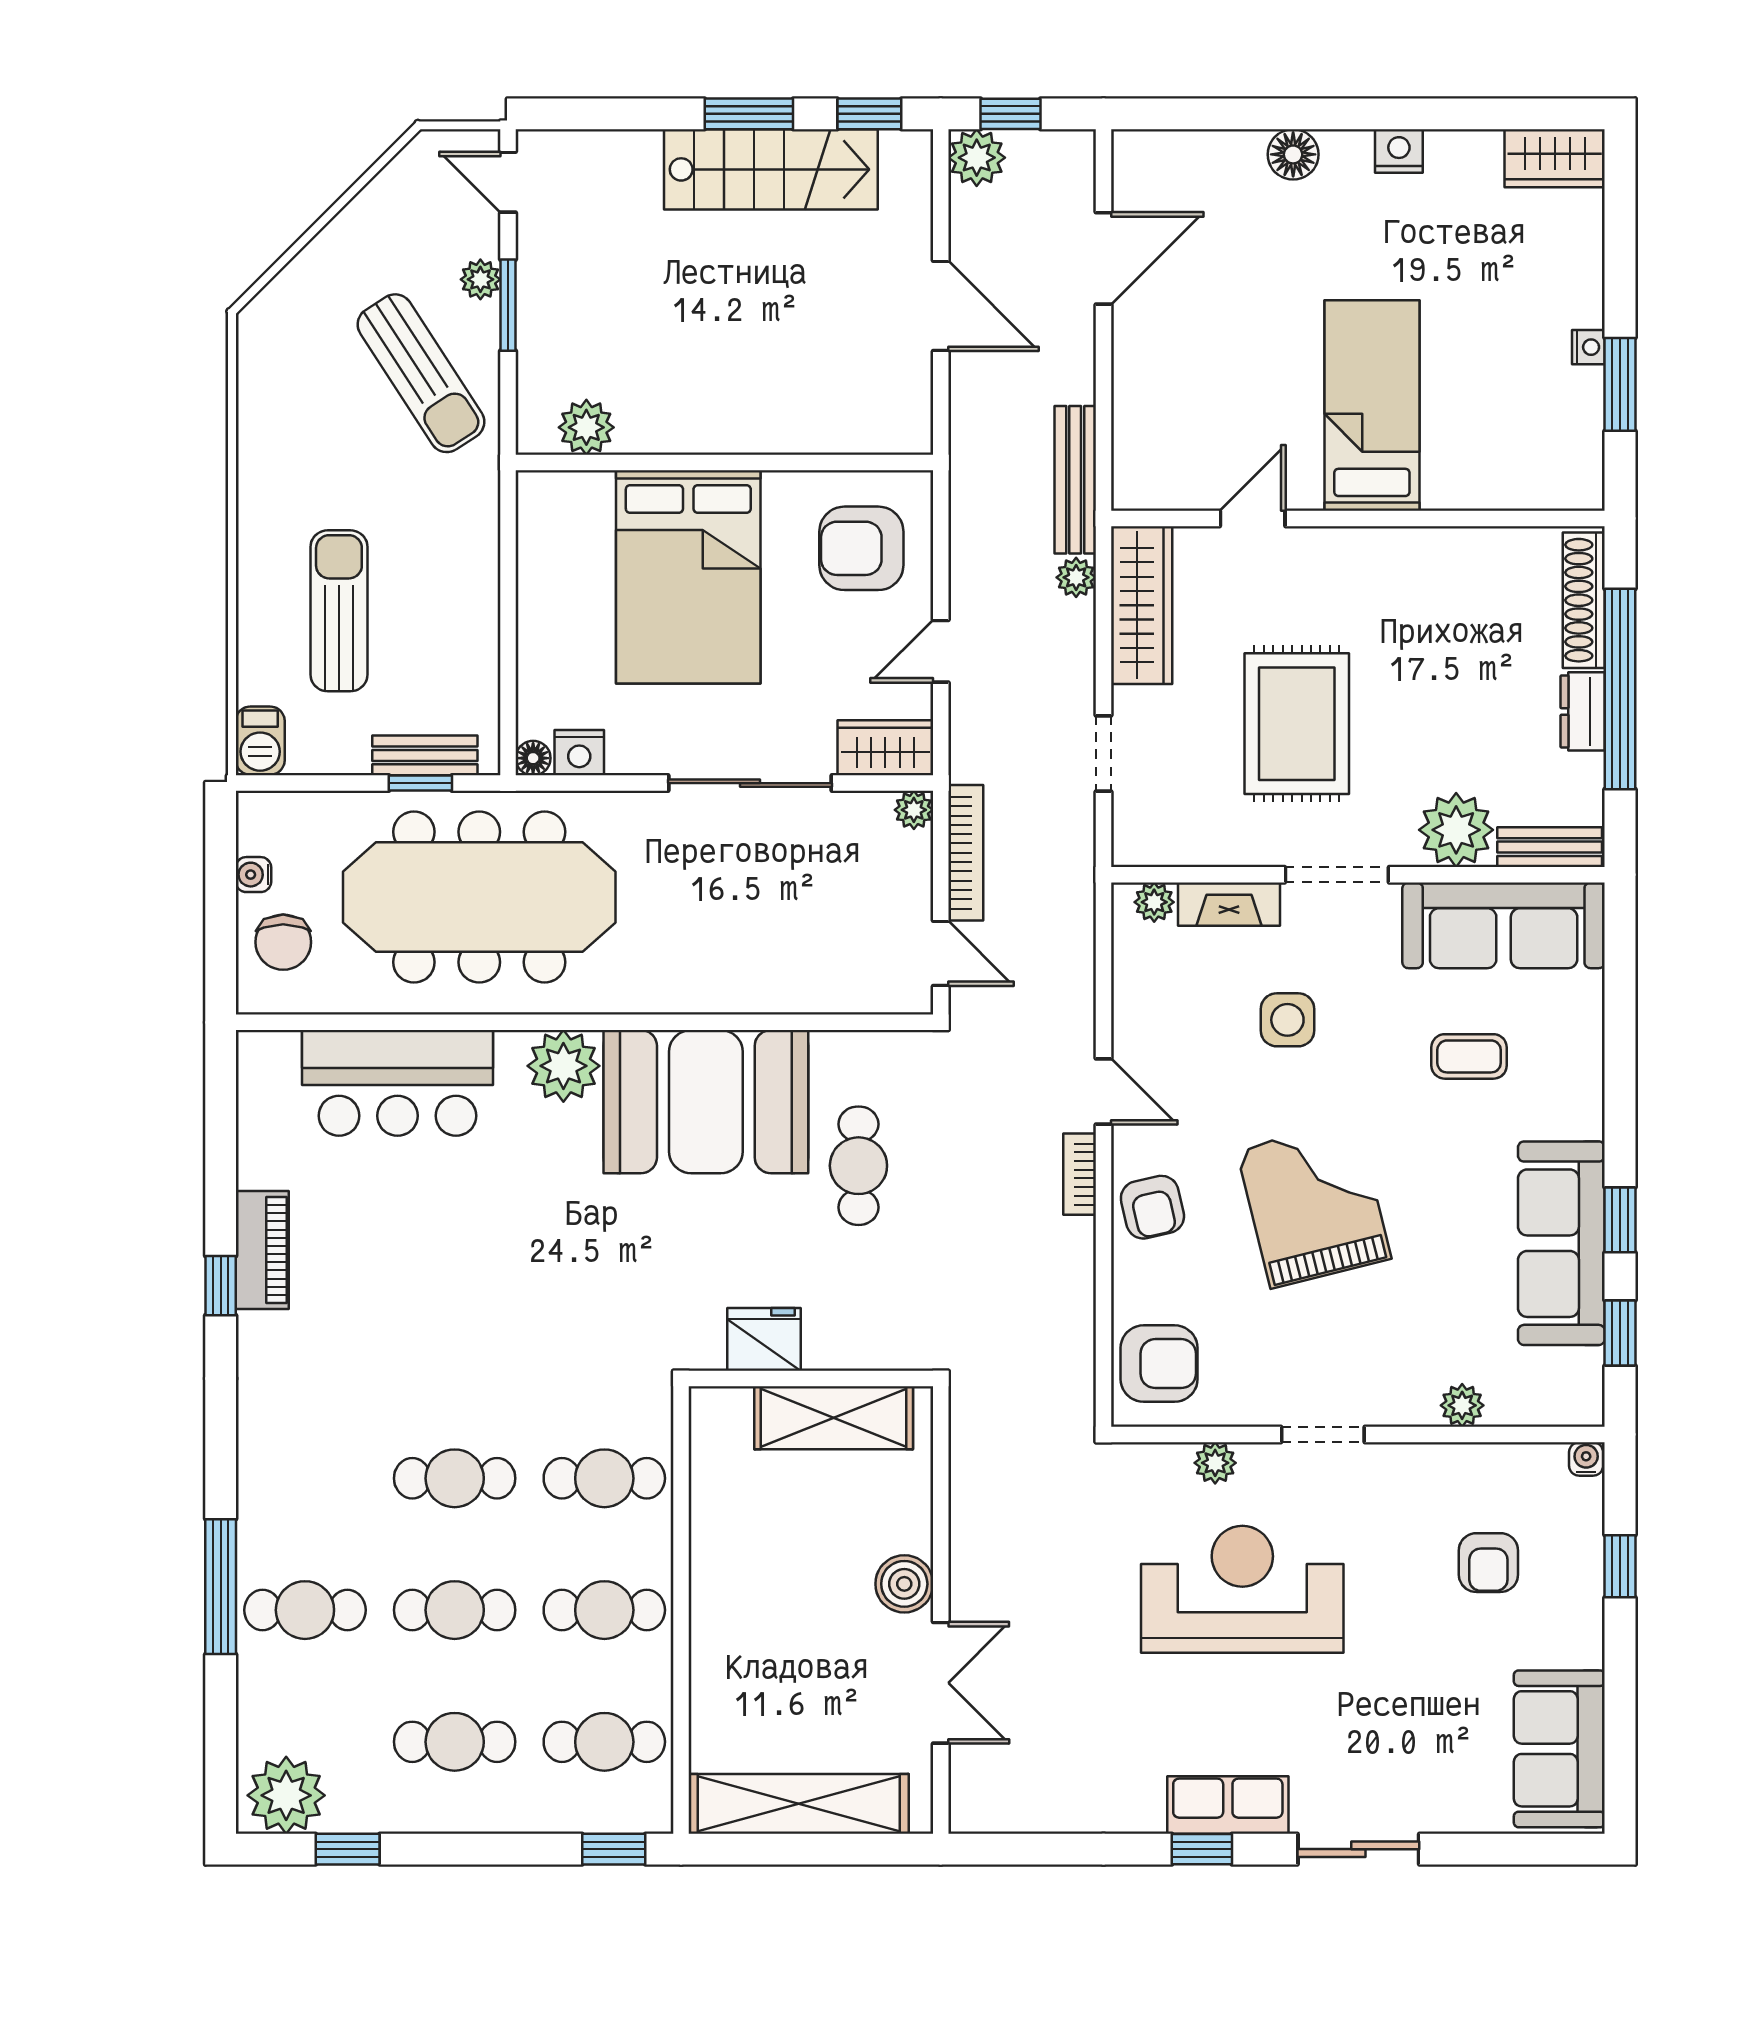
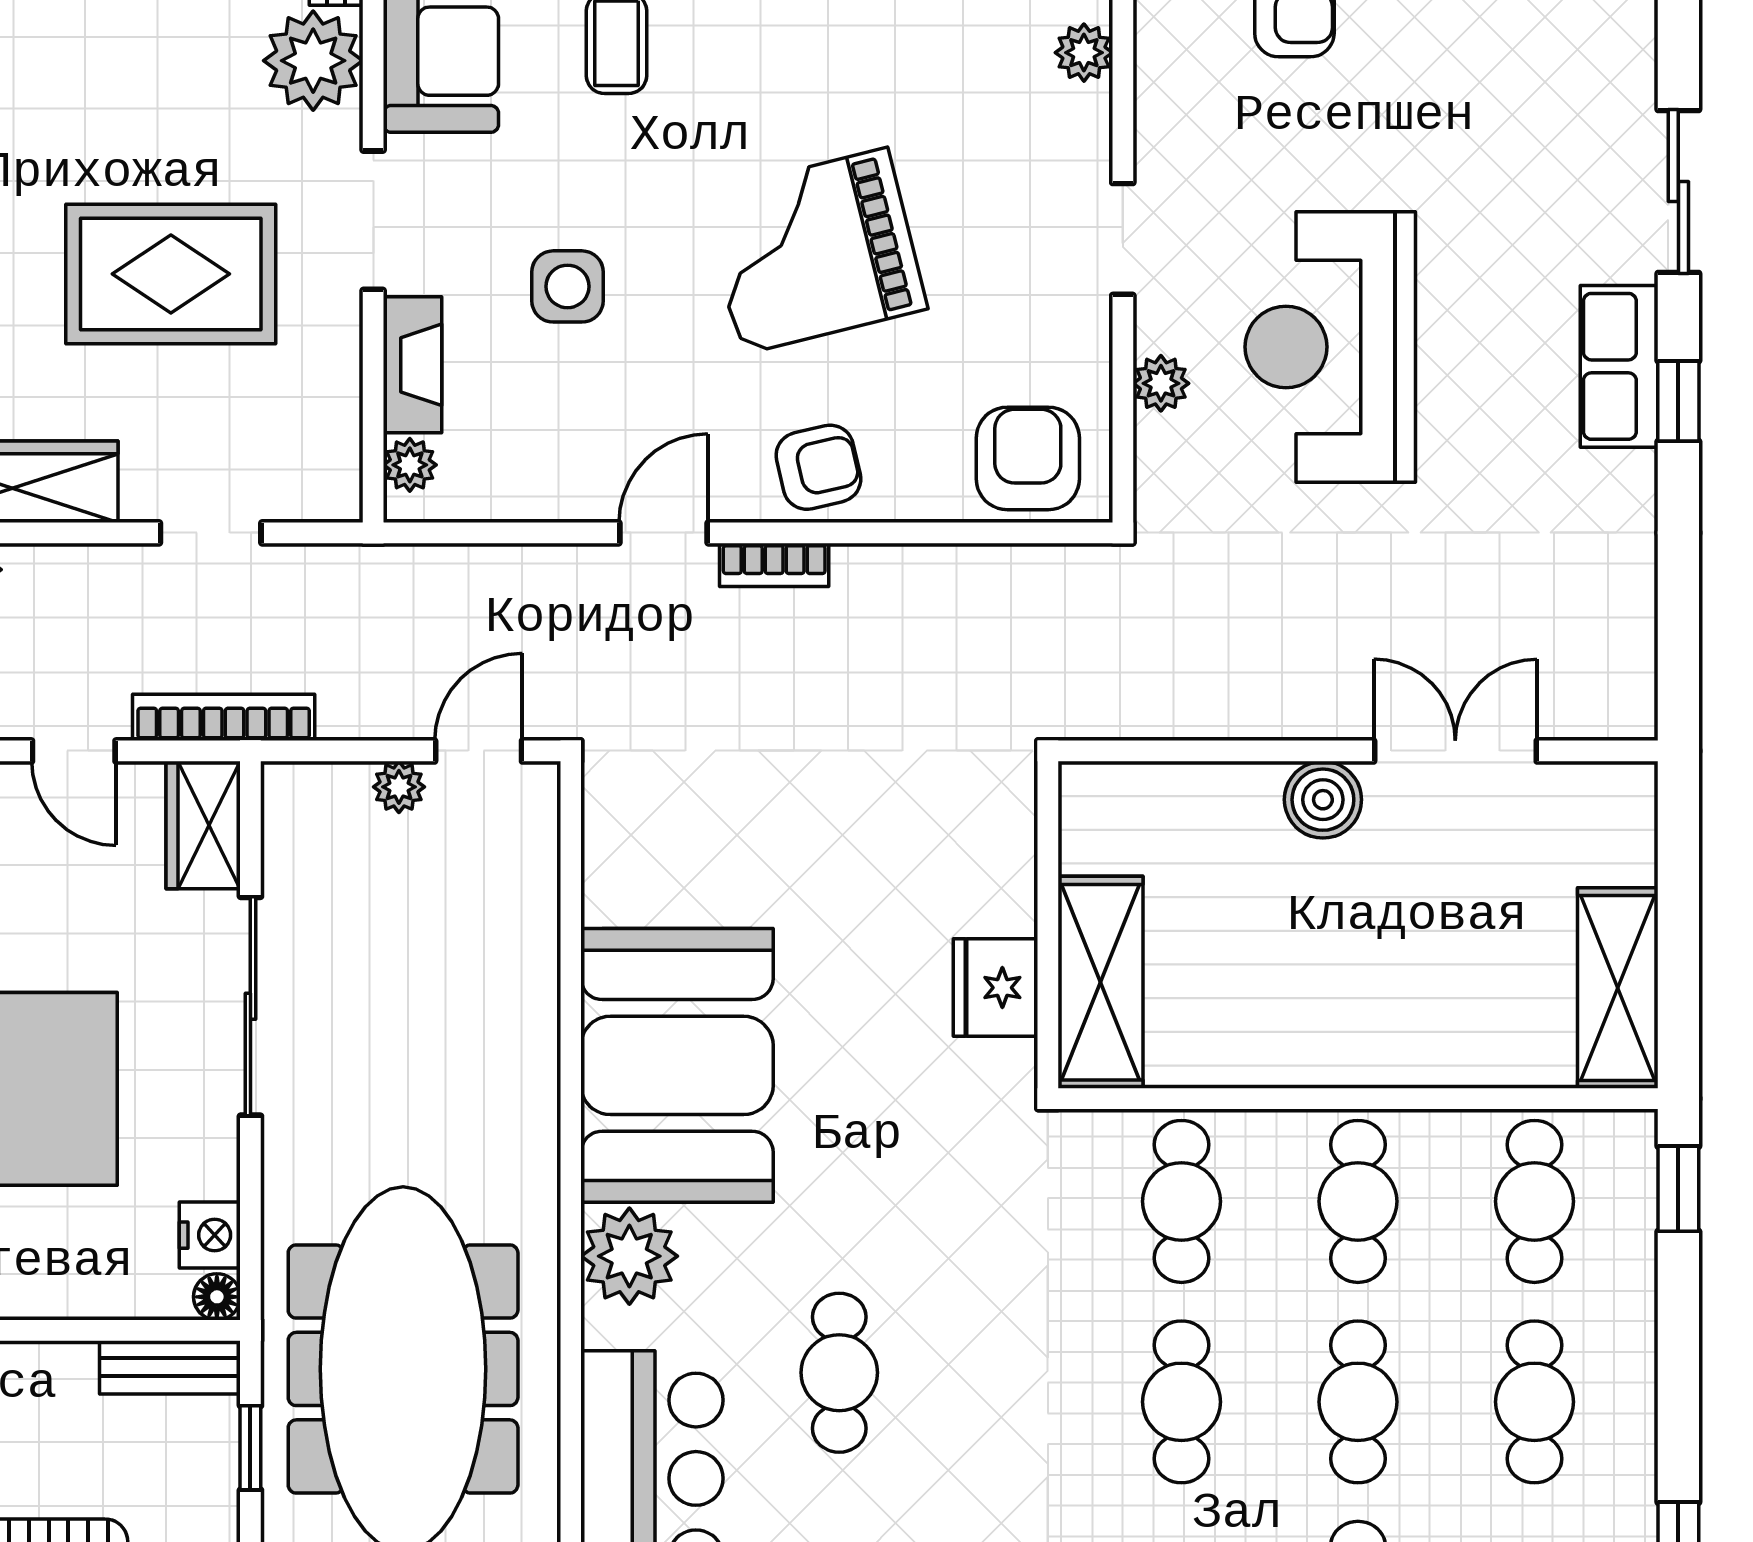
bench: (425, 755) -> (170, 1367), moved, turned 90
plant: (914, 810) -> (399, 787), moved
bookcase: (966, 853) -> (224, 717), moved
cafe table: (858, 1166) -> (839, 1373), moved, turned 90
shelving: (834, 1418) -> (1101, 982), moved
shelving: (799, 1804) -> (1618, 988), width x0.68

